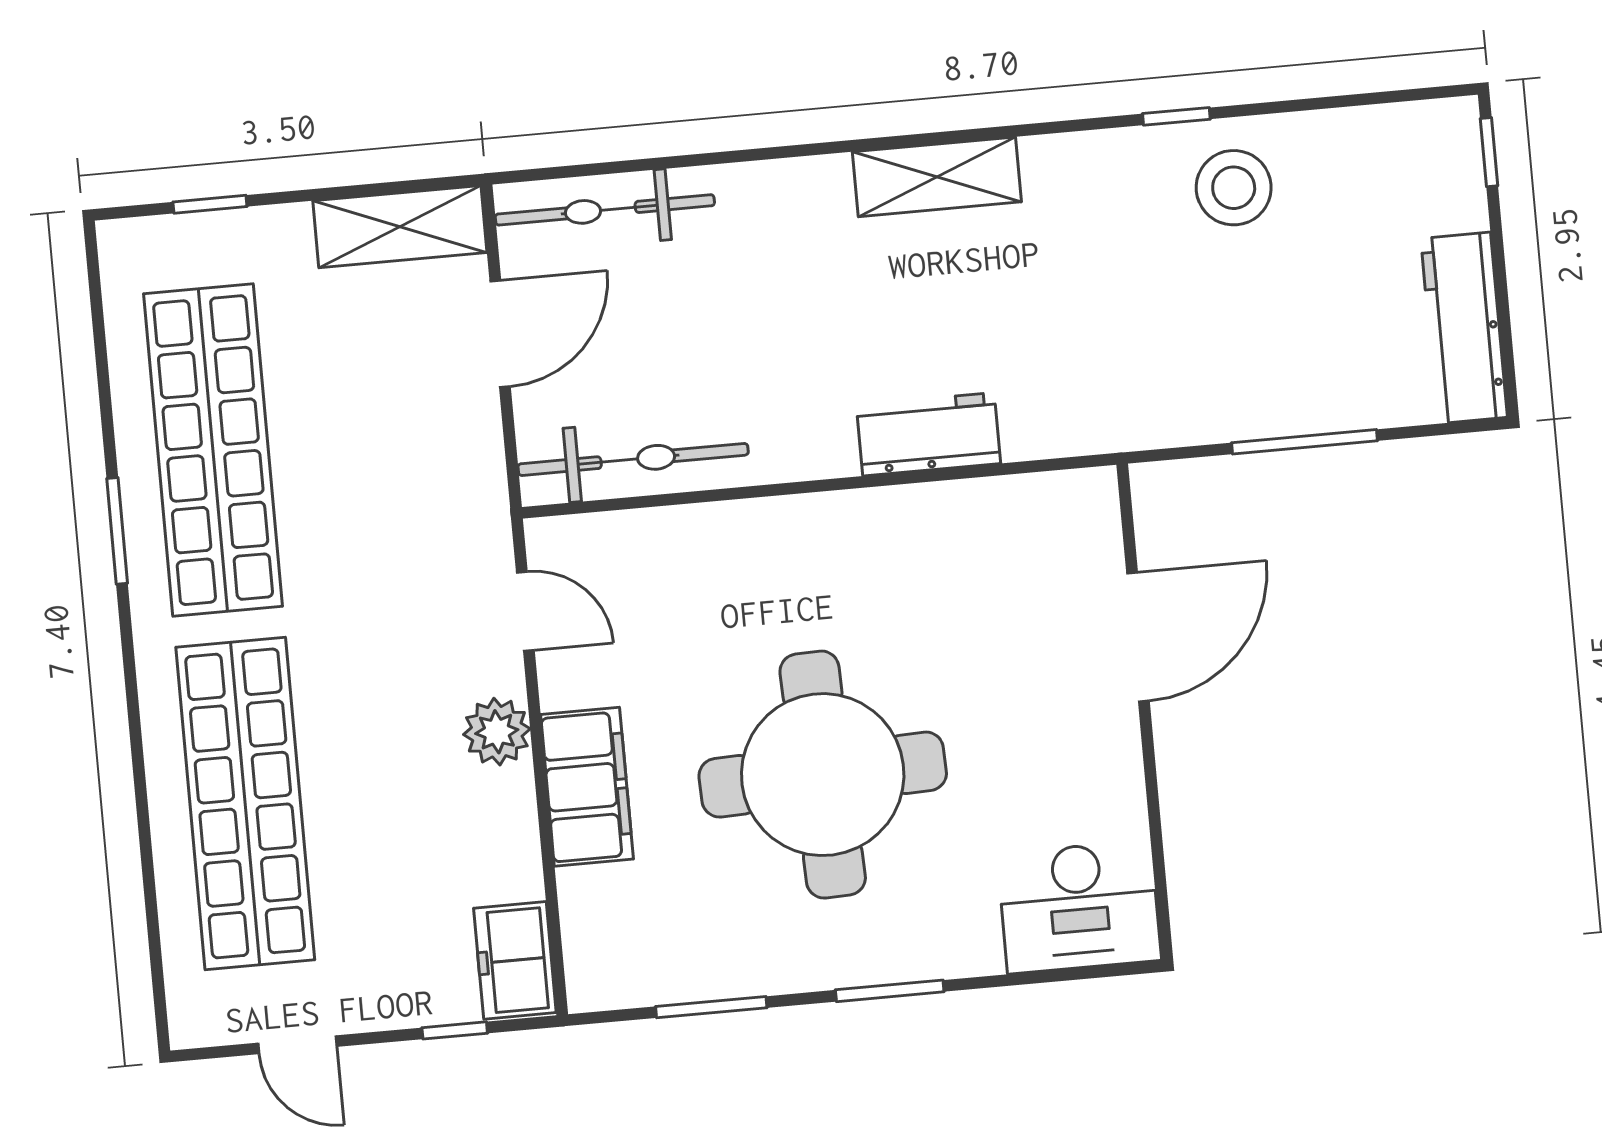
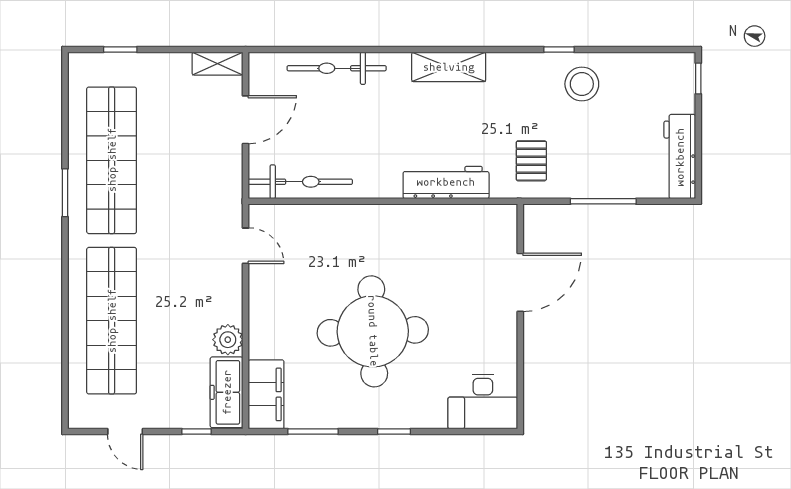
bicycle: (605, 210) -> (337, 68), moved
shelving: (400, 227) -> (218, 64), width x0.67, depth x0.75
pallet: (1138, 367) -> (531, 161), added
workbench: (928, 434) -> (446, 182), width x1.37
plant: (497, 732) -> (228, 340), moved
filing cabinet: (587, 787) -> (266, 394), moved
freezer: (515, 960) -> (227, 392), width x1.40
window: (890, 991) -> (394, 432), width x0.67

